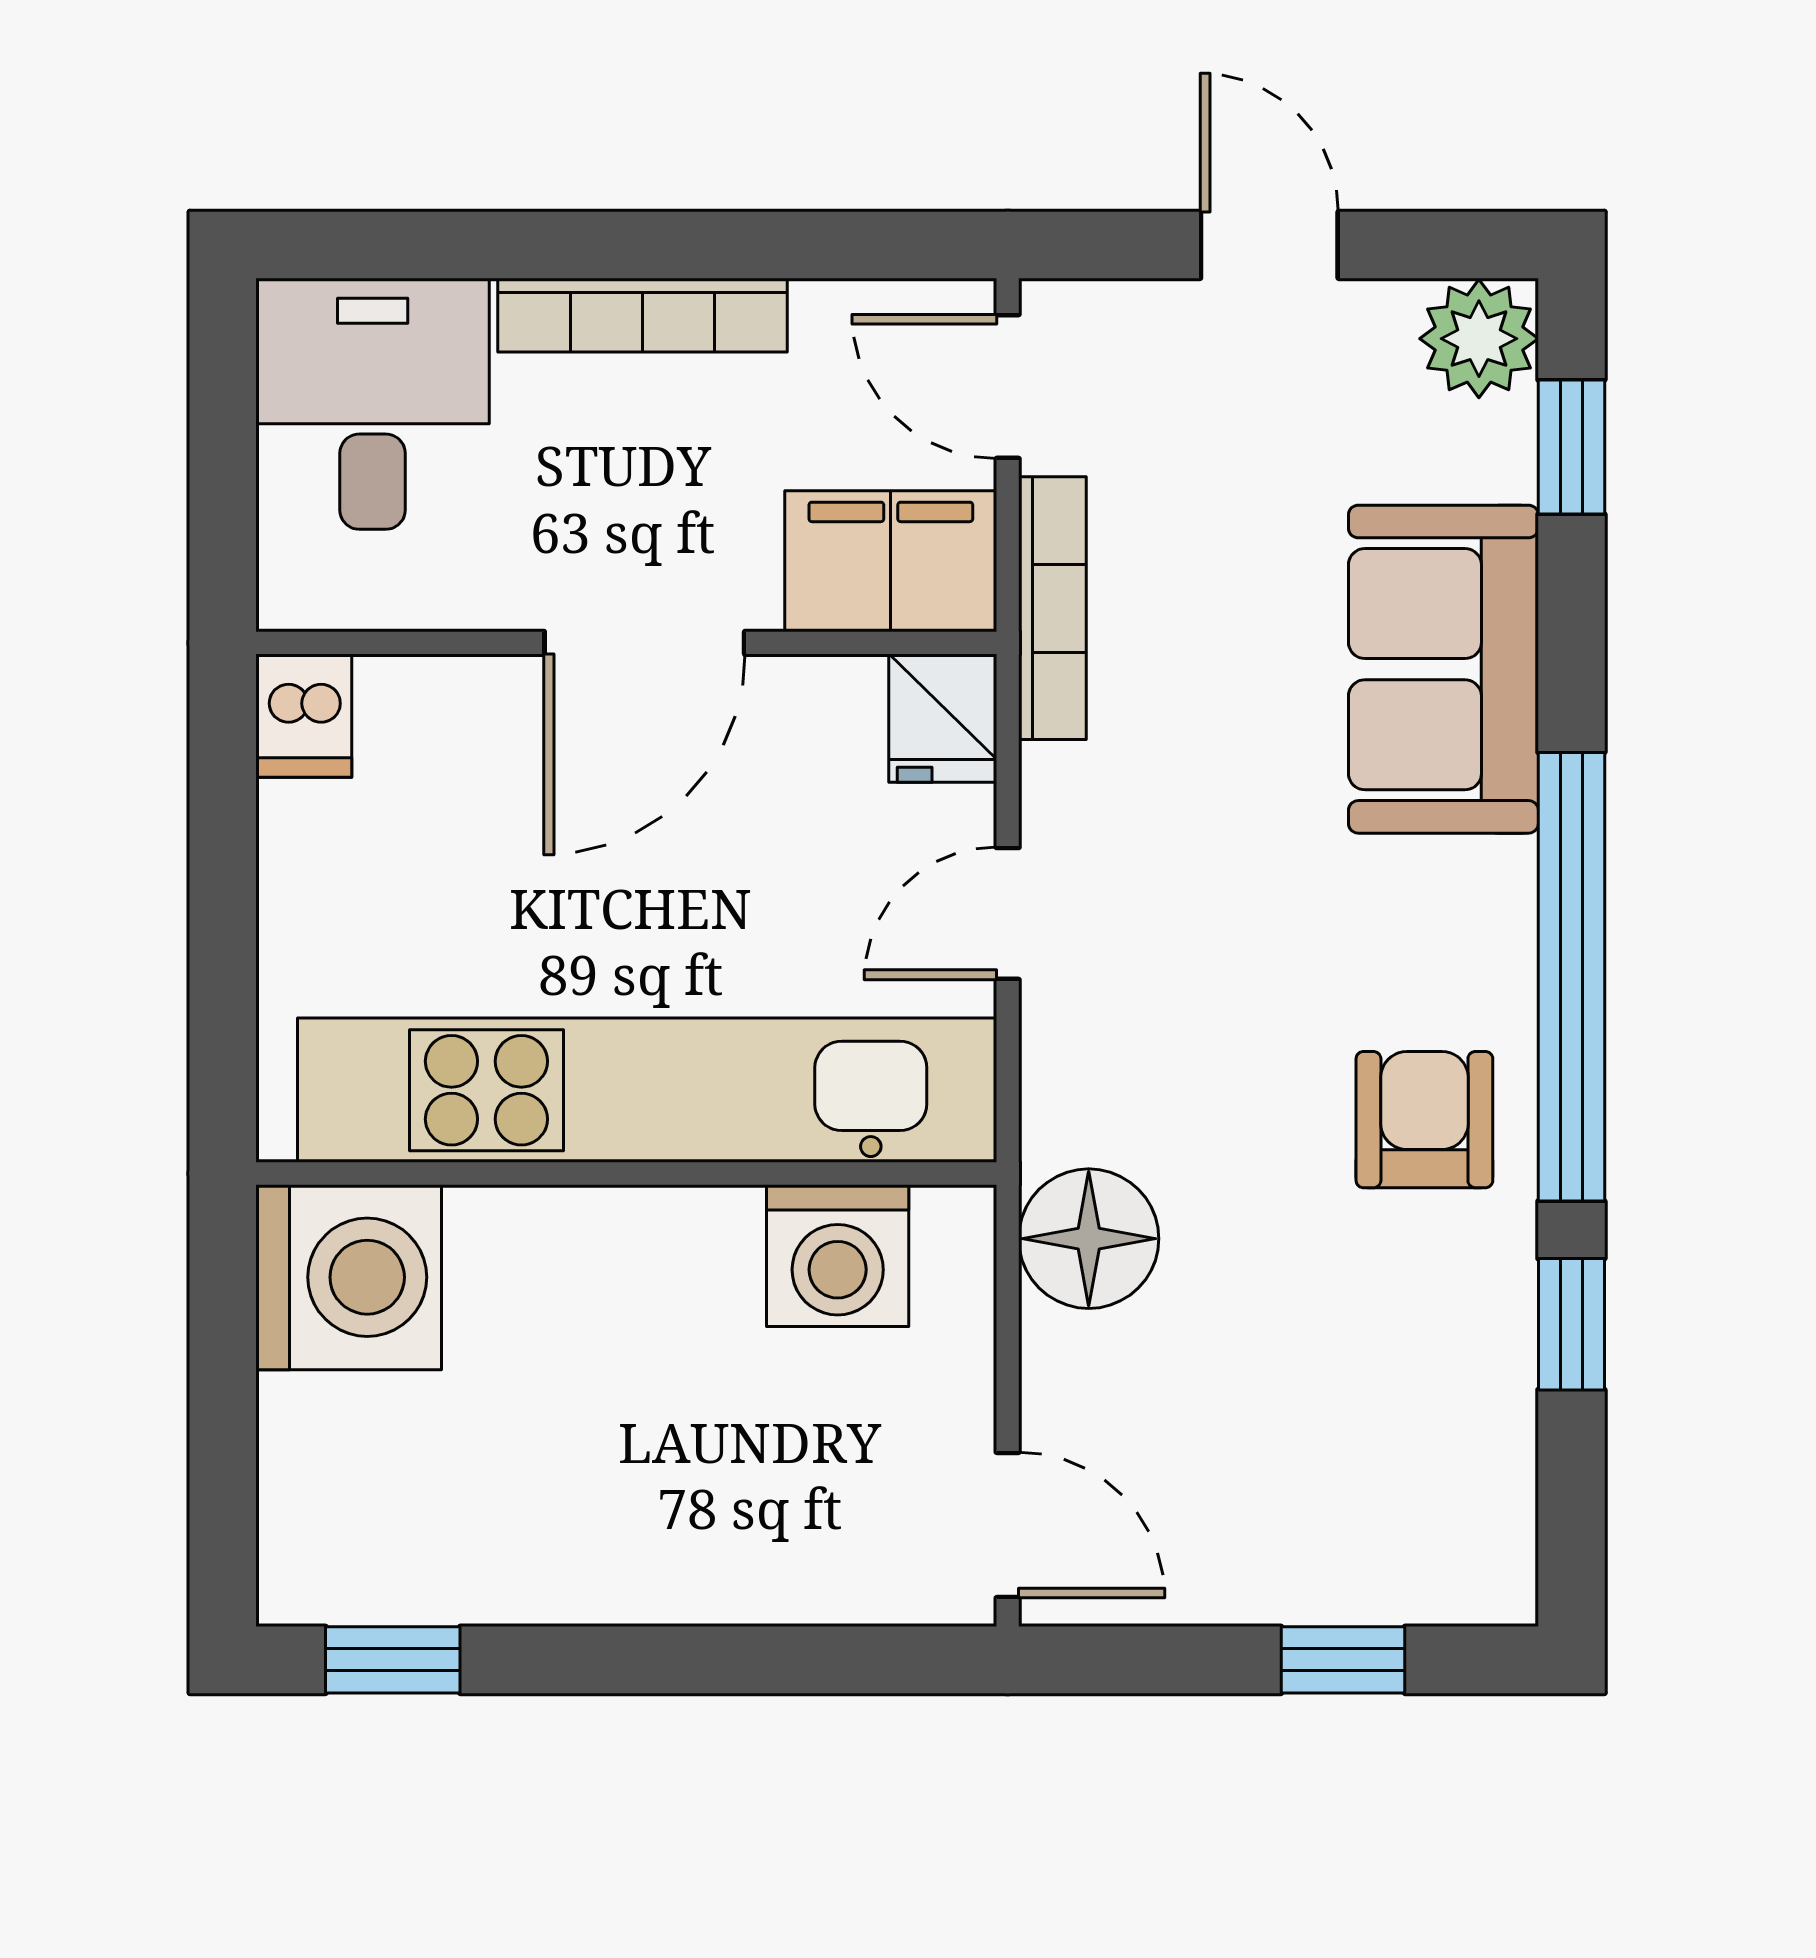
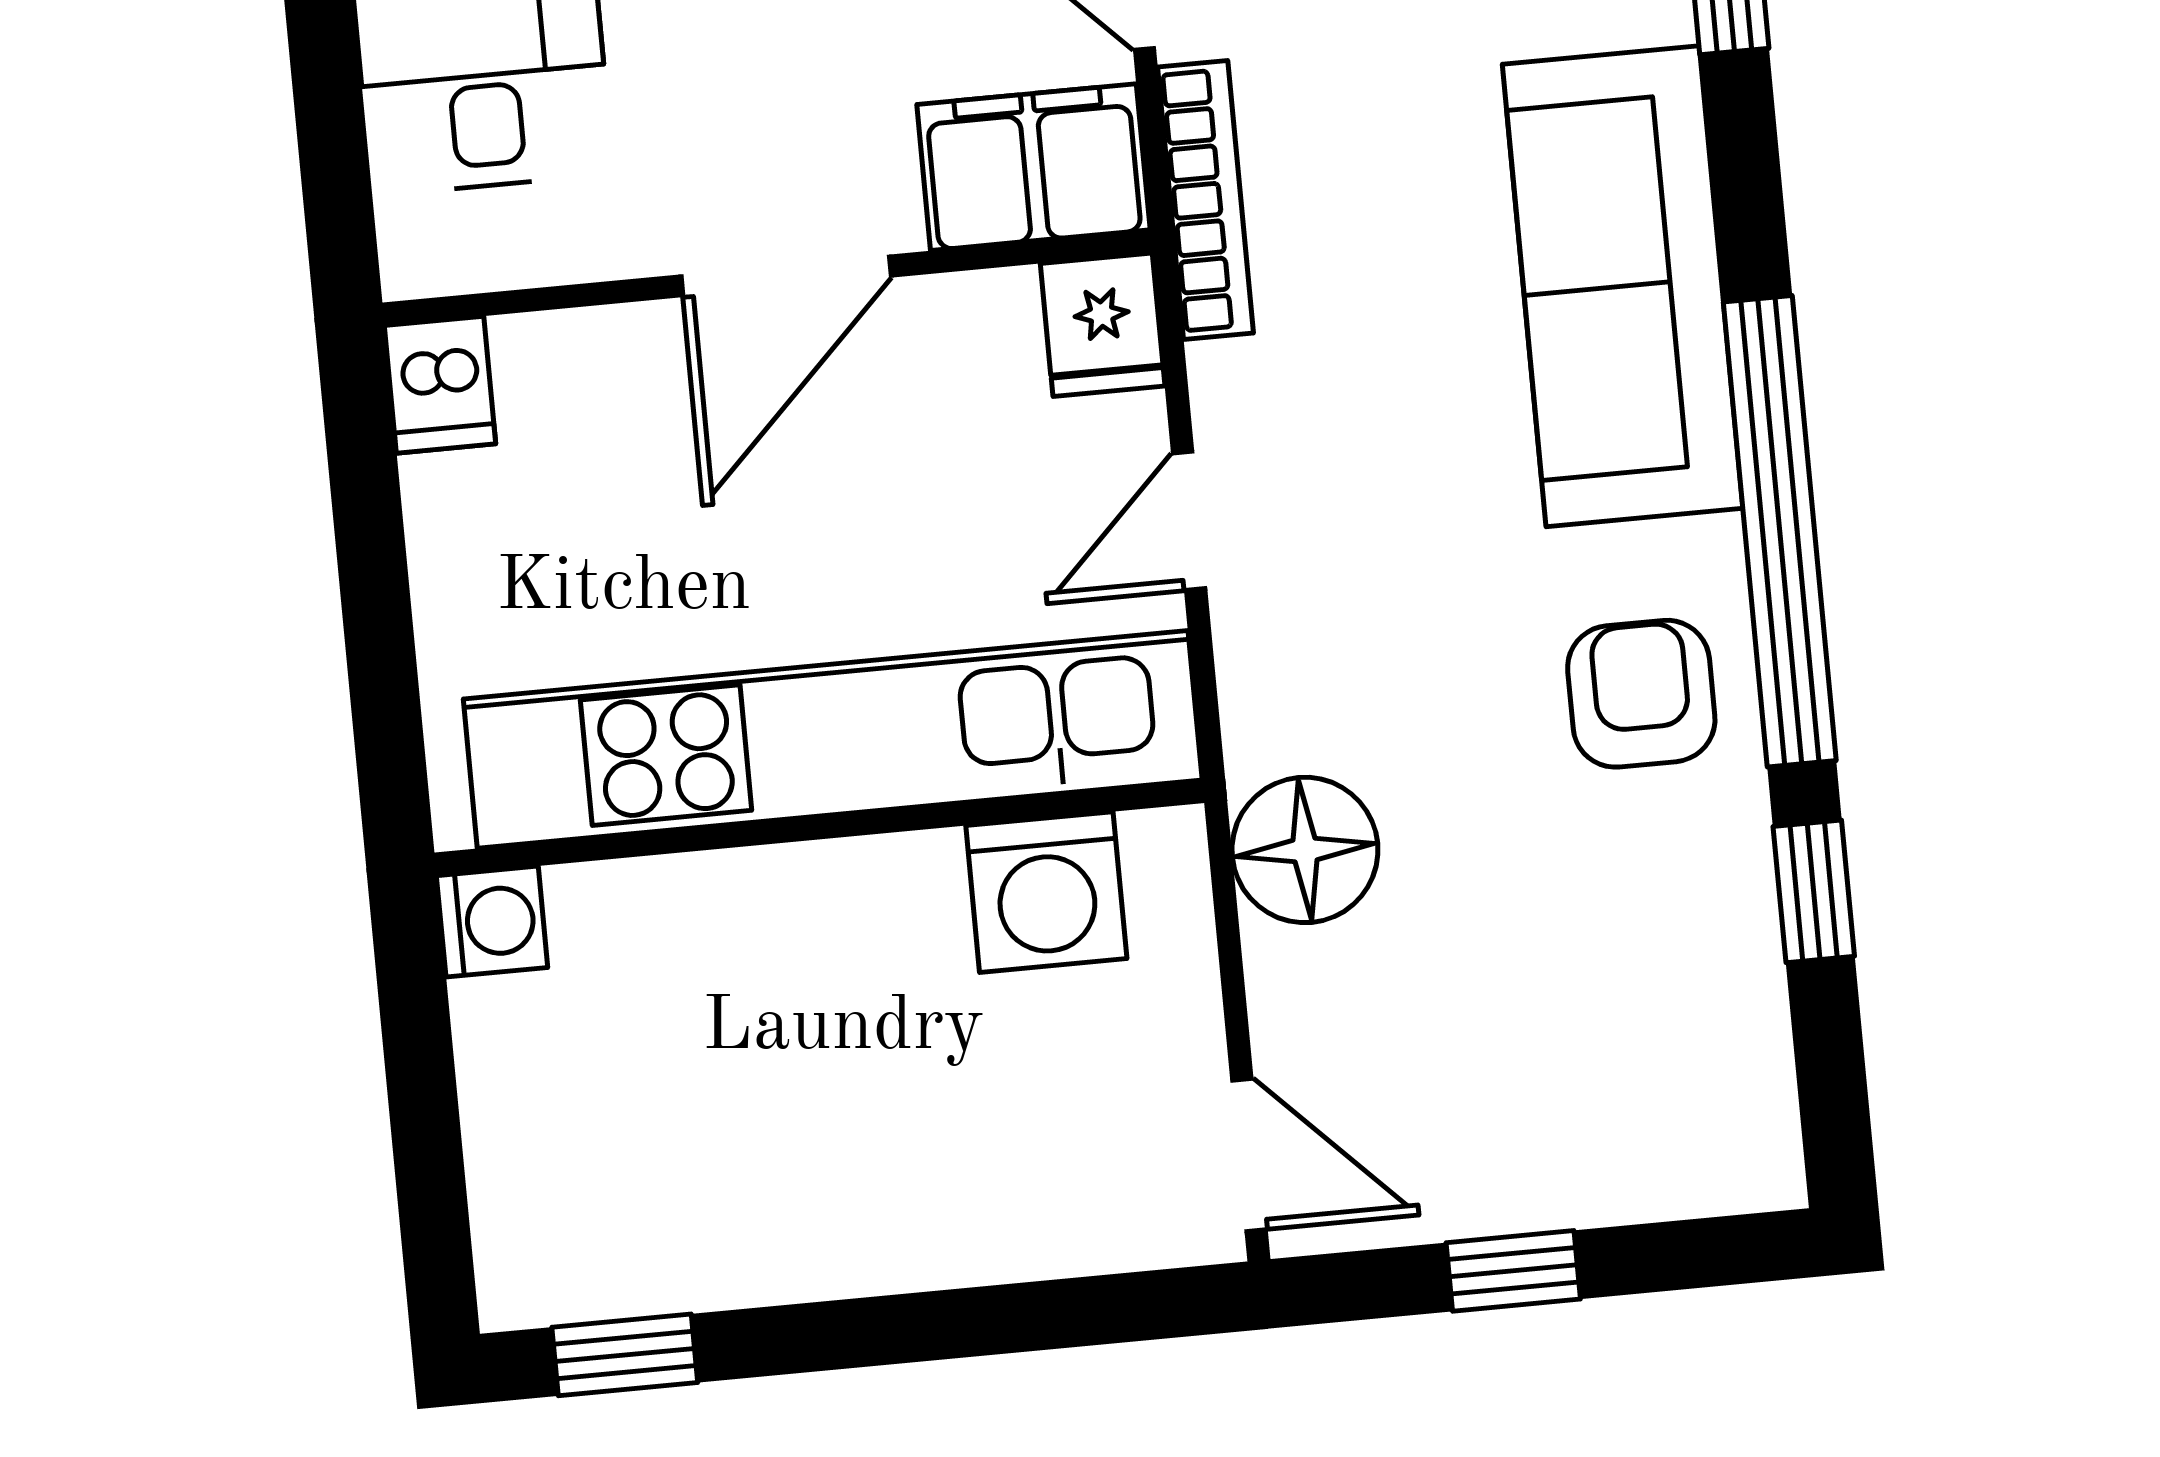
sofa: (1443, 669) -> (1623, 286), width x1.36
washing machine: (349, 1277) -> (492, 922), width x0.53, depth x0.53
window: (1343, 1660) -> (1513, 1271), moved

